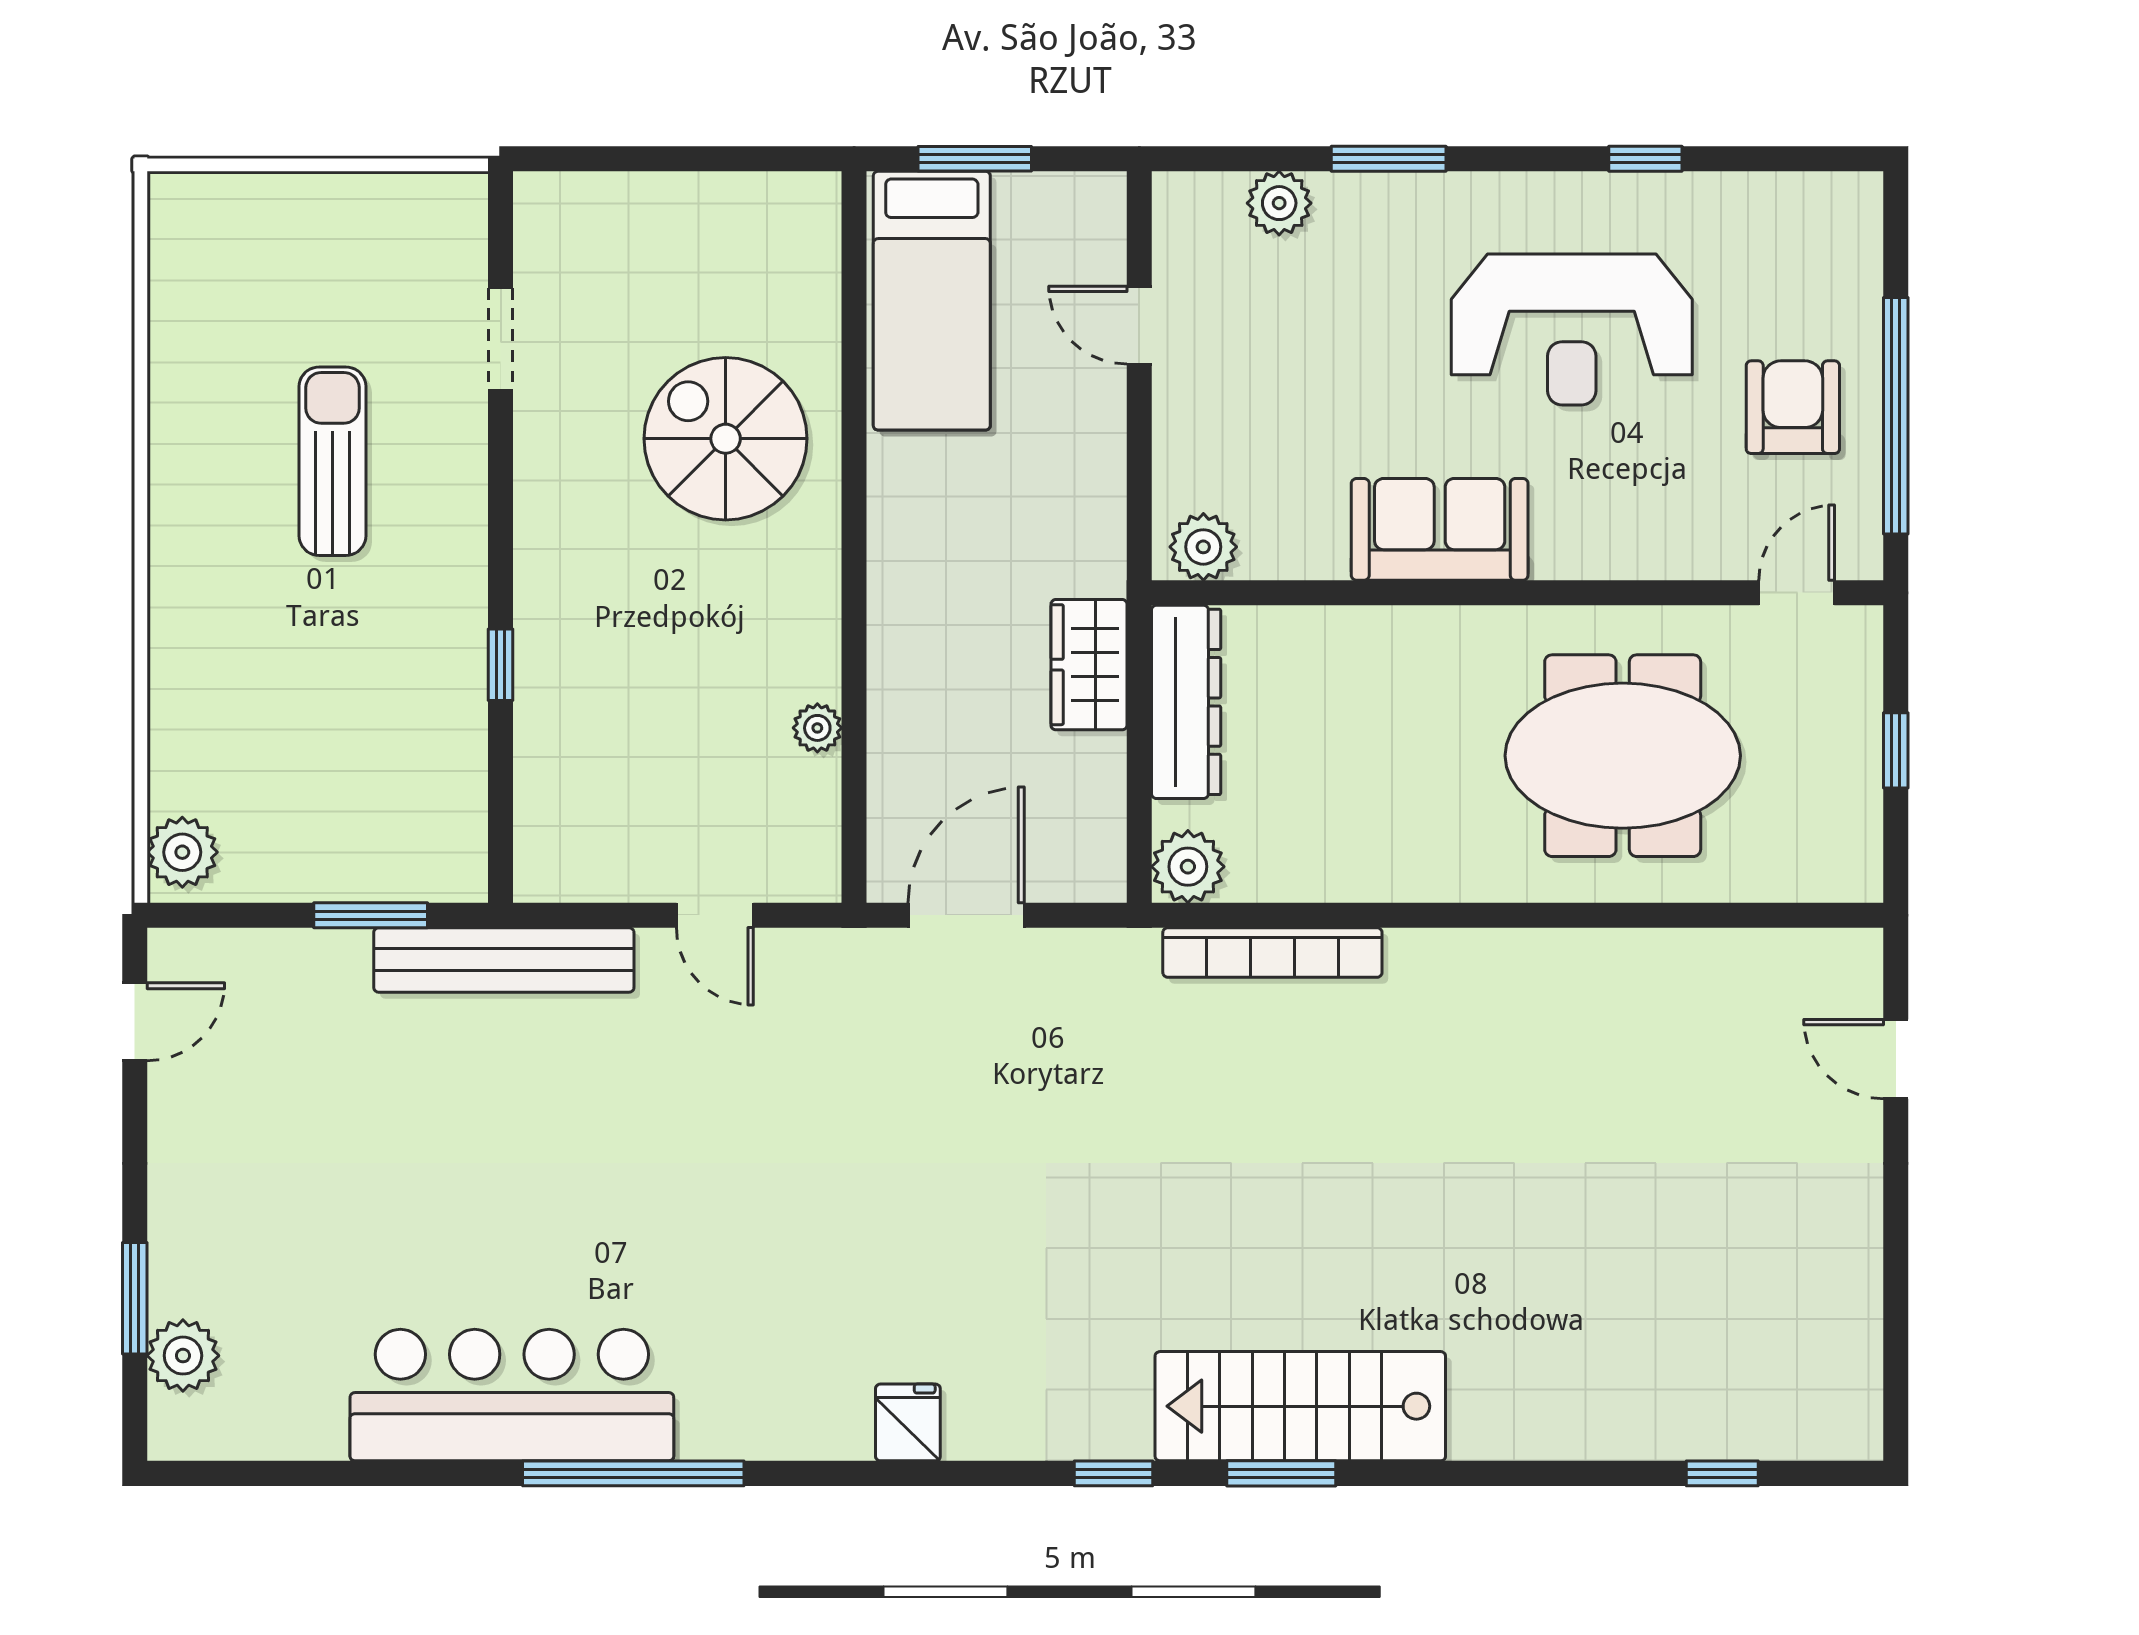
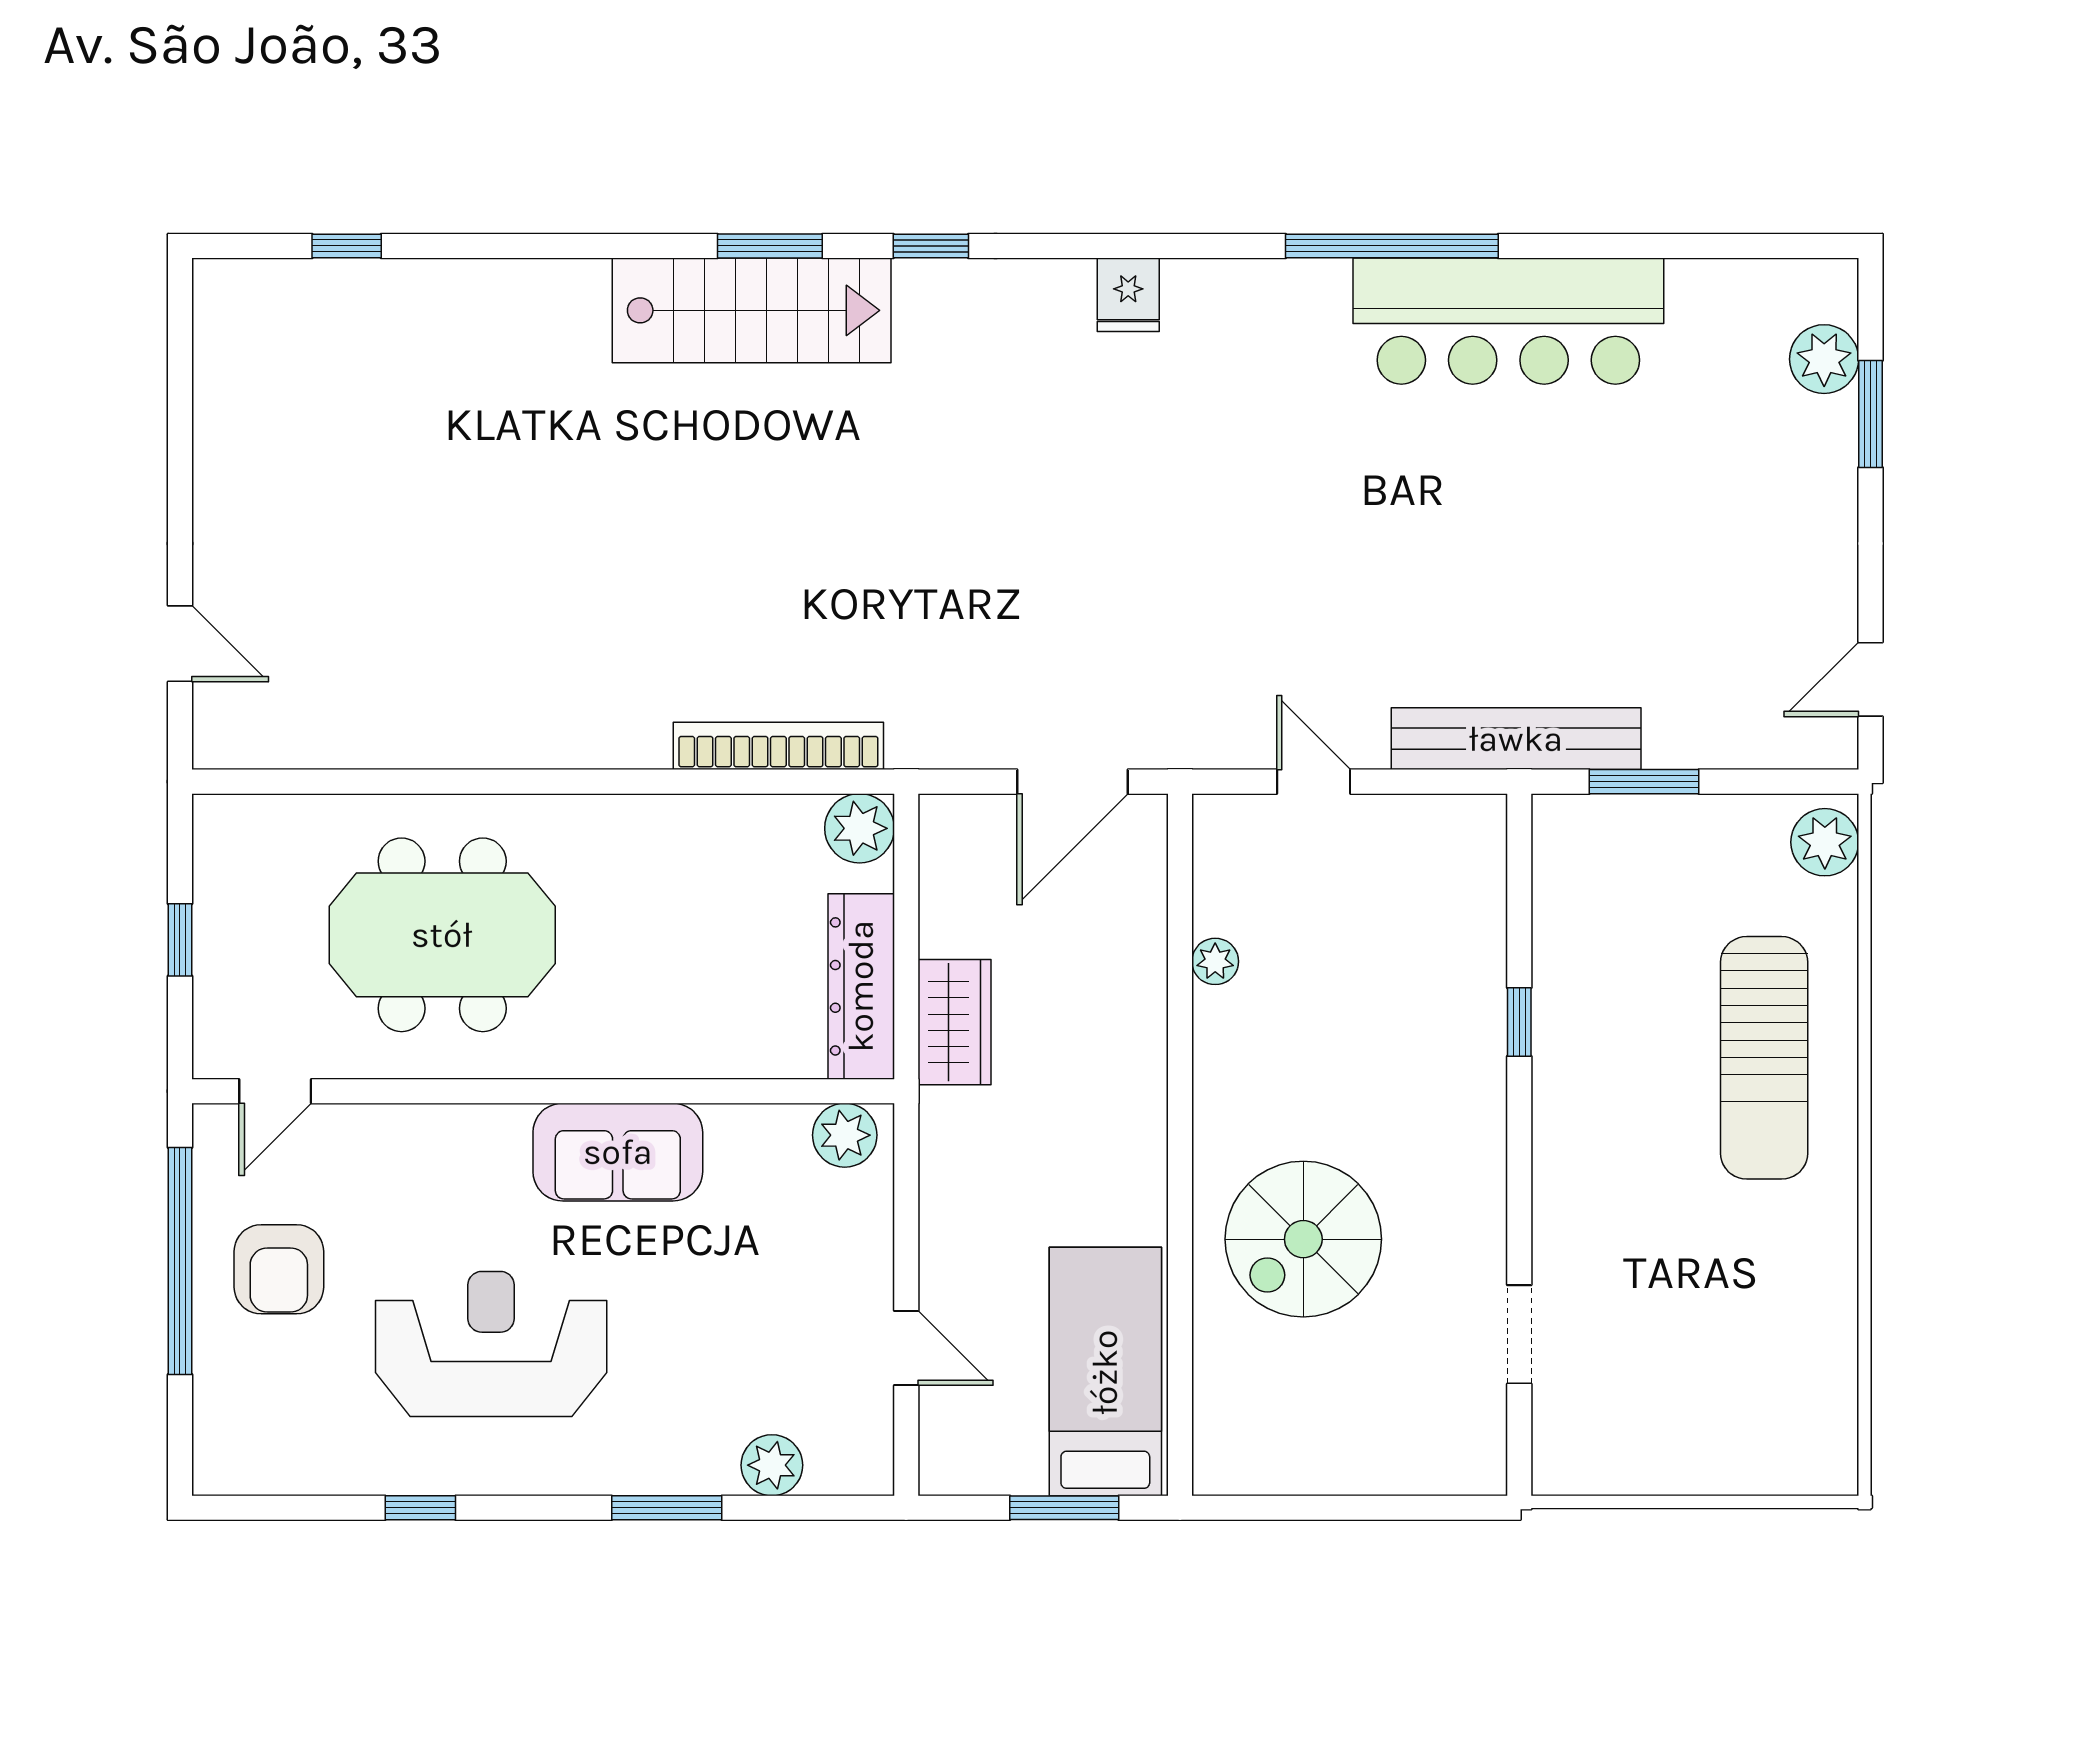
spiral stairs: (726, 439) -> (1303, 1239), turned 90
sun lounger: (332, 461) -> (1764, 1058), moved, width x1.36, depth x1.34

